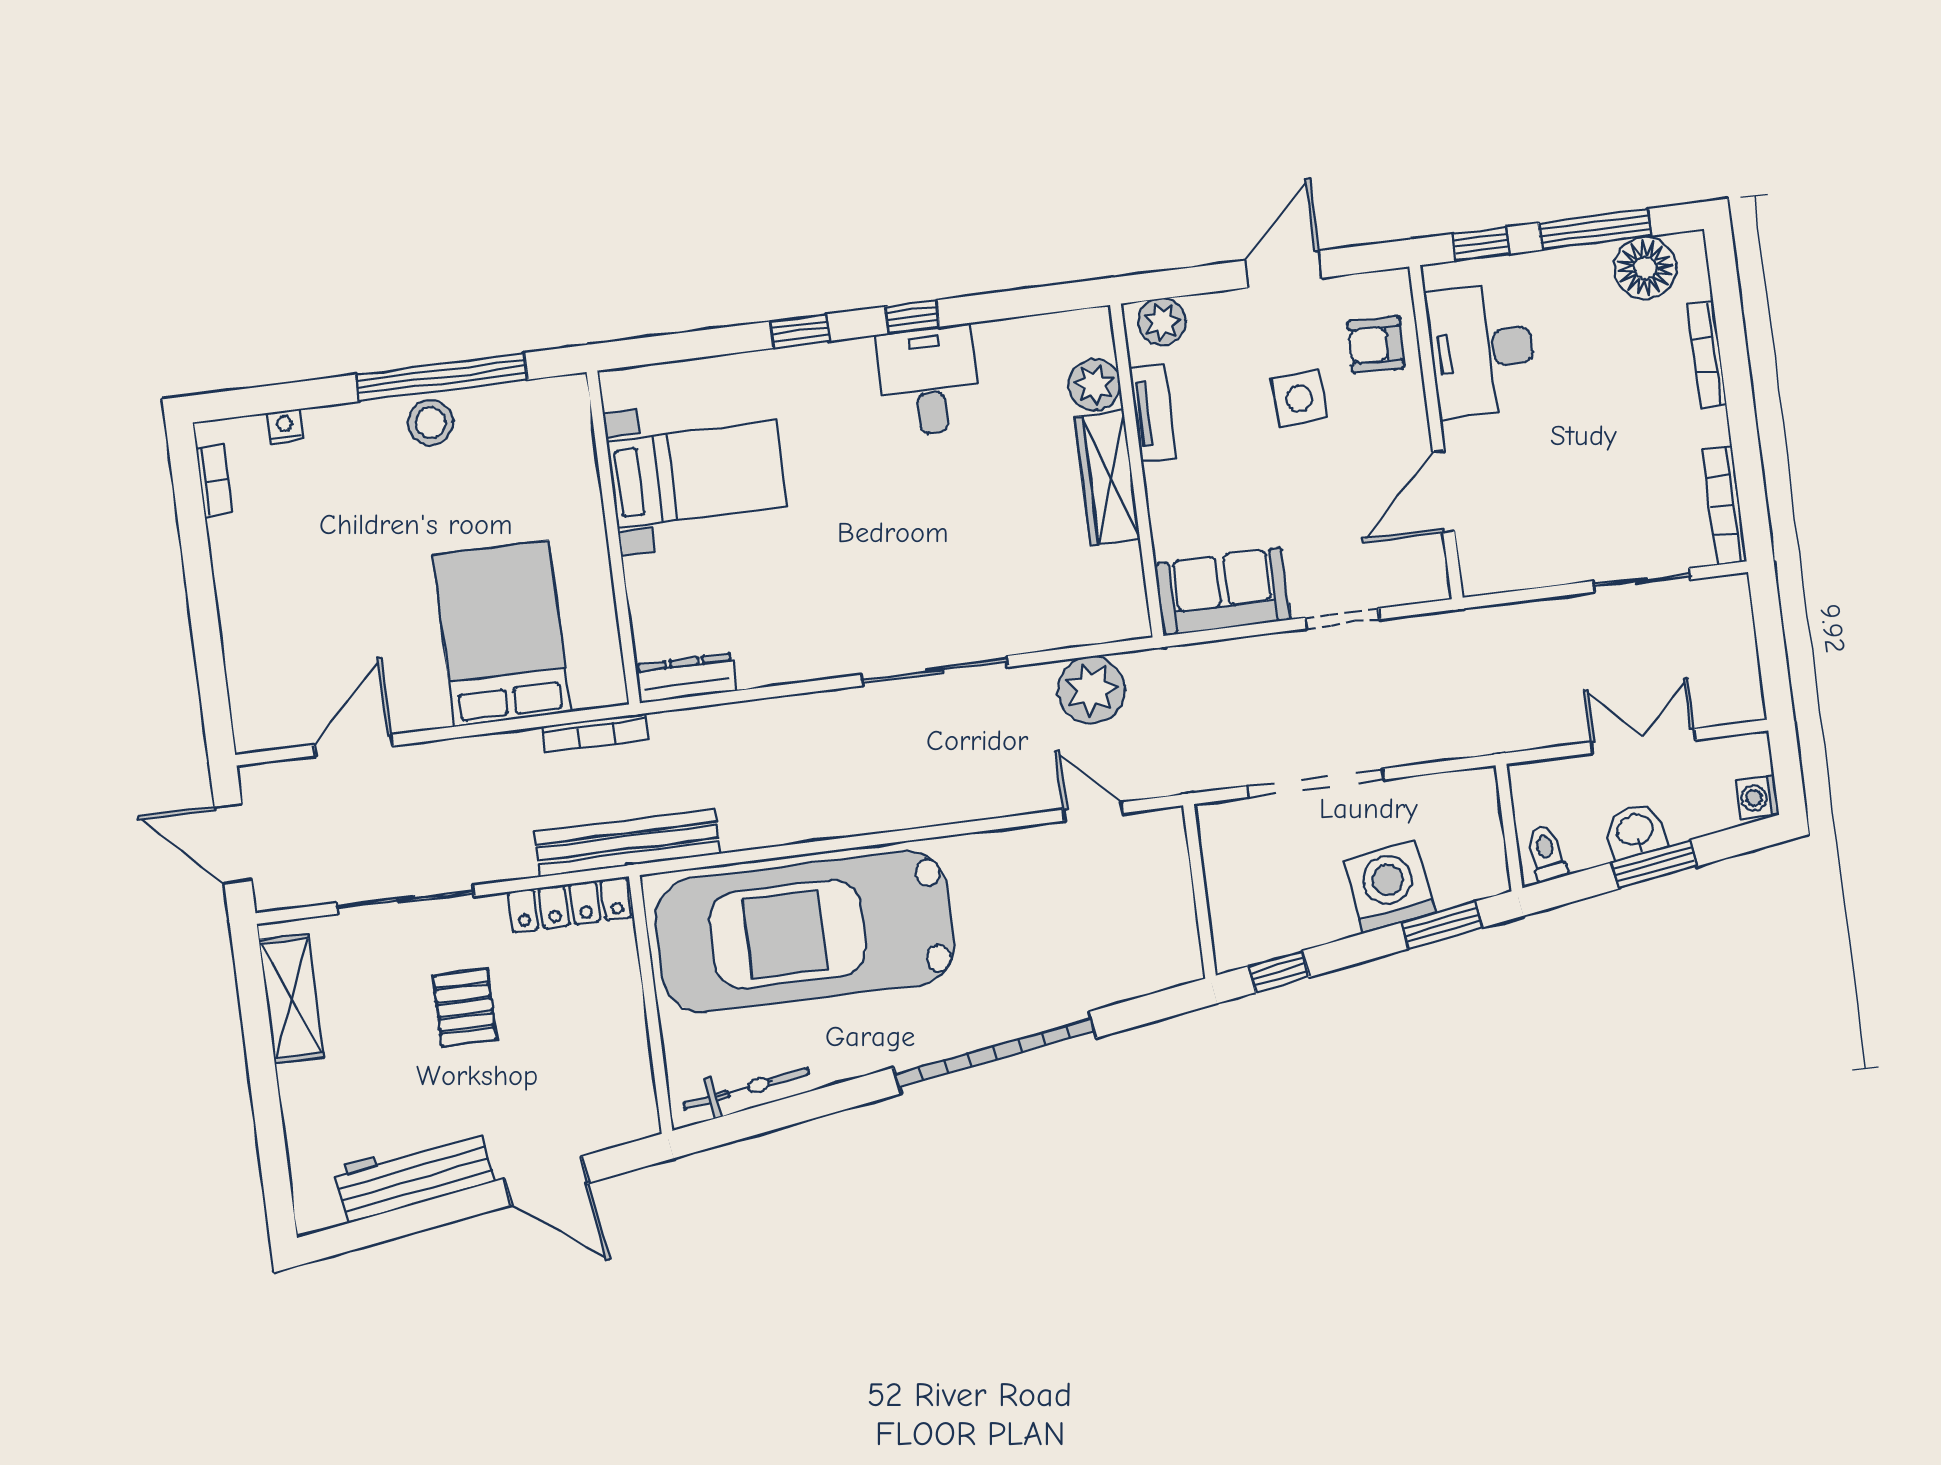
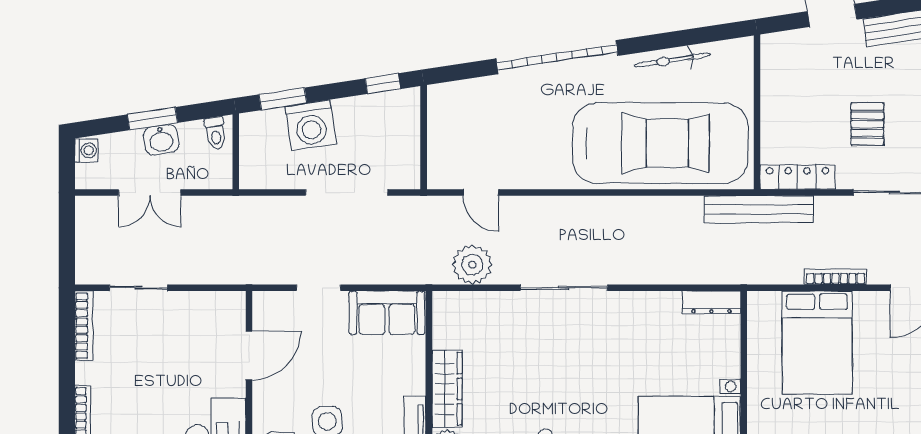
bookcase: (595, 733) -> (836, 277), moved
bicycle: (746, 1089) -> (672, 60), moved

